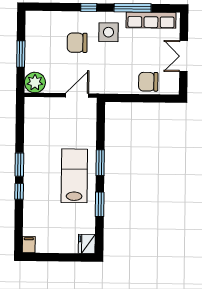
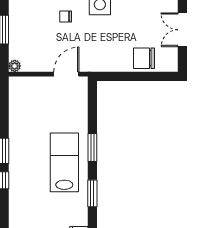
chair: (77, 43) -> (66, 16), width x0.54, depth x0.54
plant: (35, 82) -> (15, 66), width x0.53, depth x0.53

